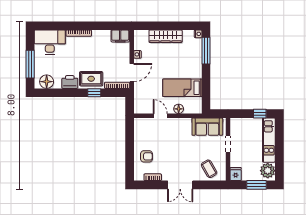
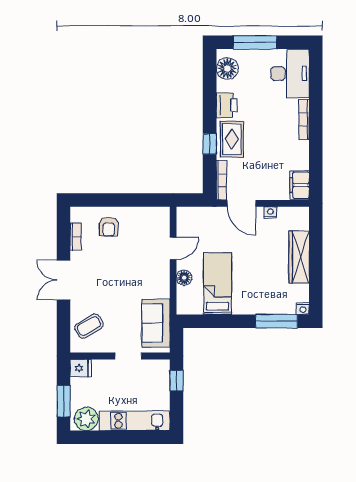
window: (260, 114) -> (176, 381), moved

